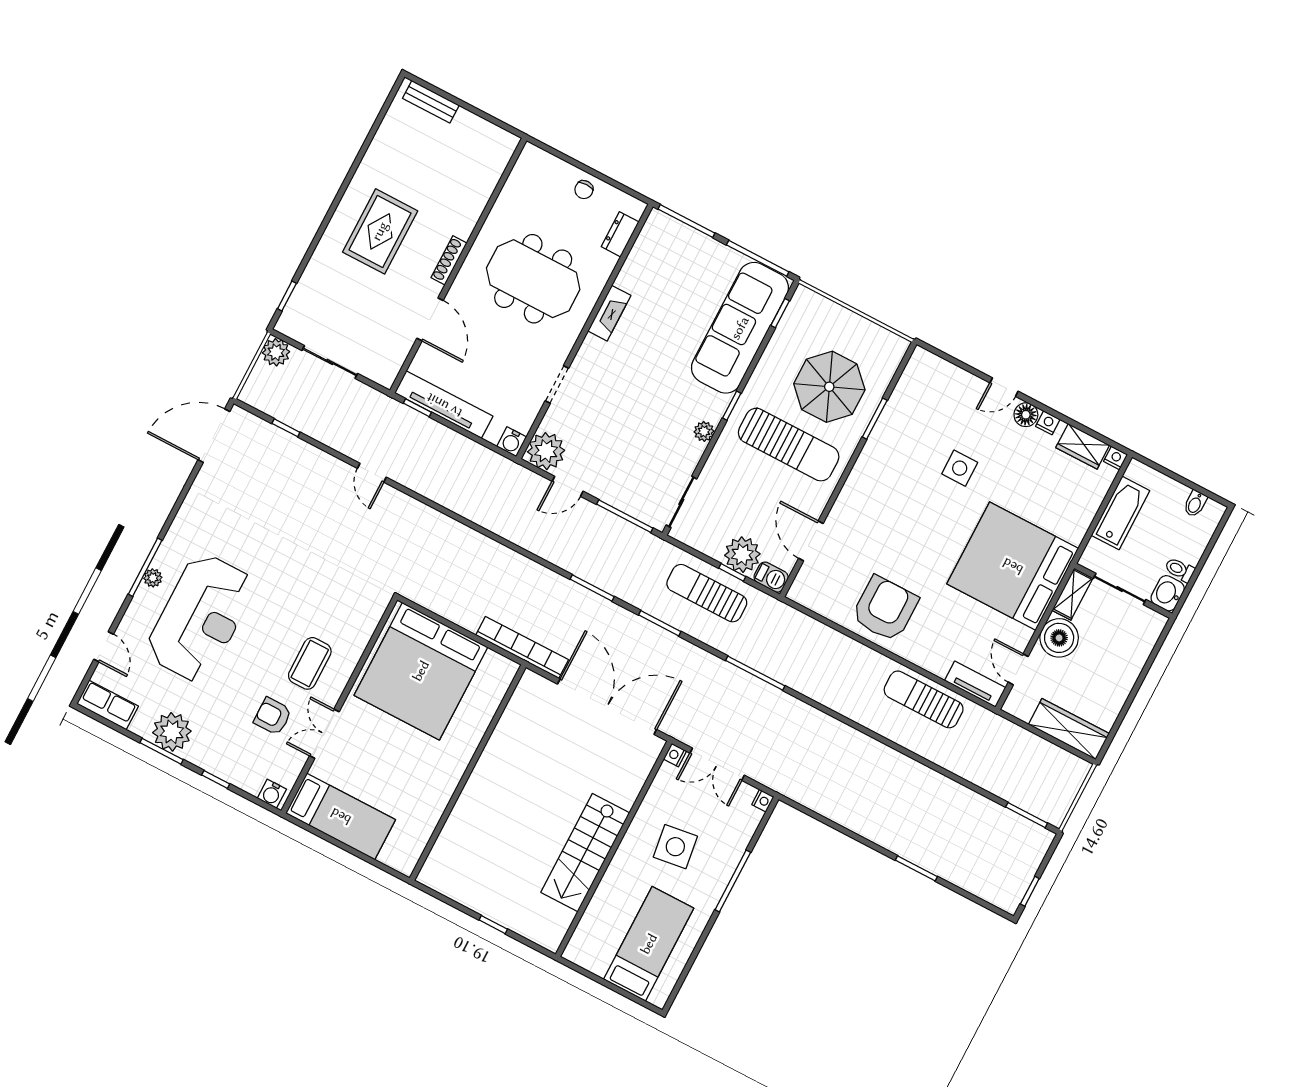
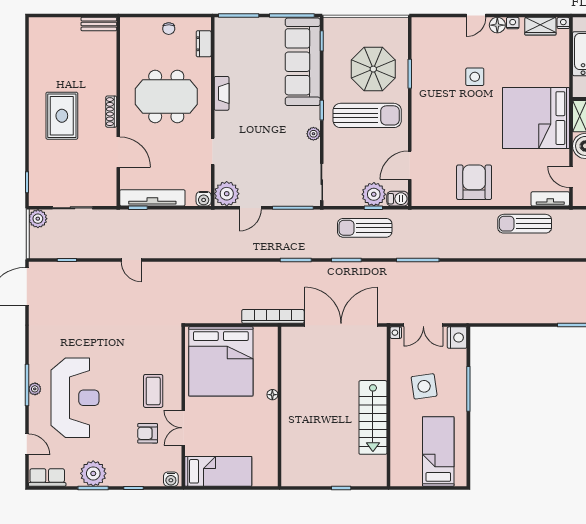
bench: (431, 102) -> (99, 24), moved
door: (811, 541) -> (410, 165), hinge flipped
floor lamp: (467, 752) -> (272, 395), added
nightstand: (763, 801) -> (457, 338), width x1.89, depth x1.79

